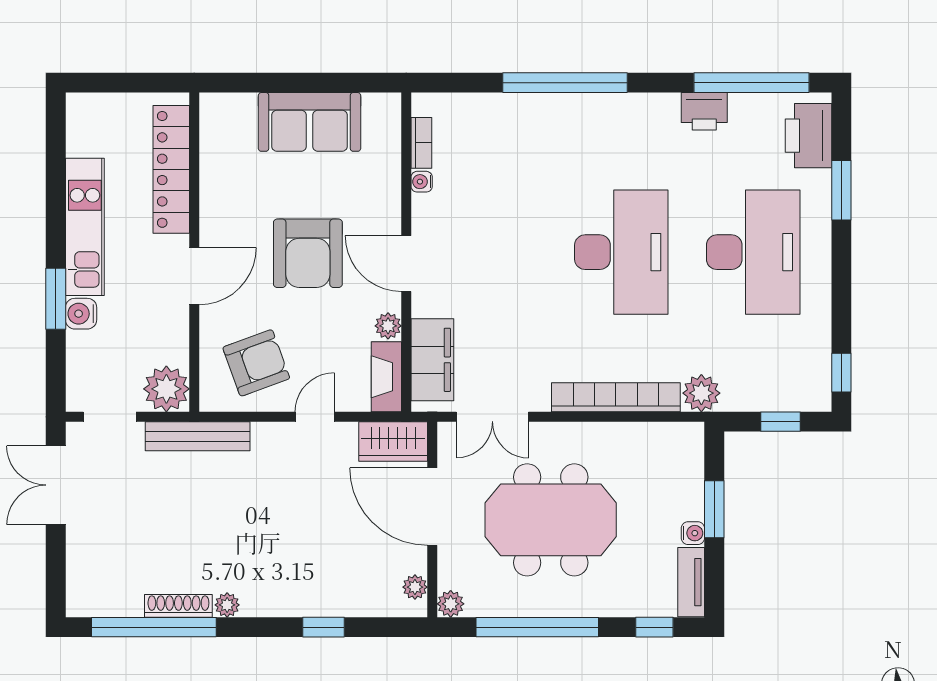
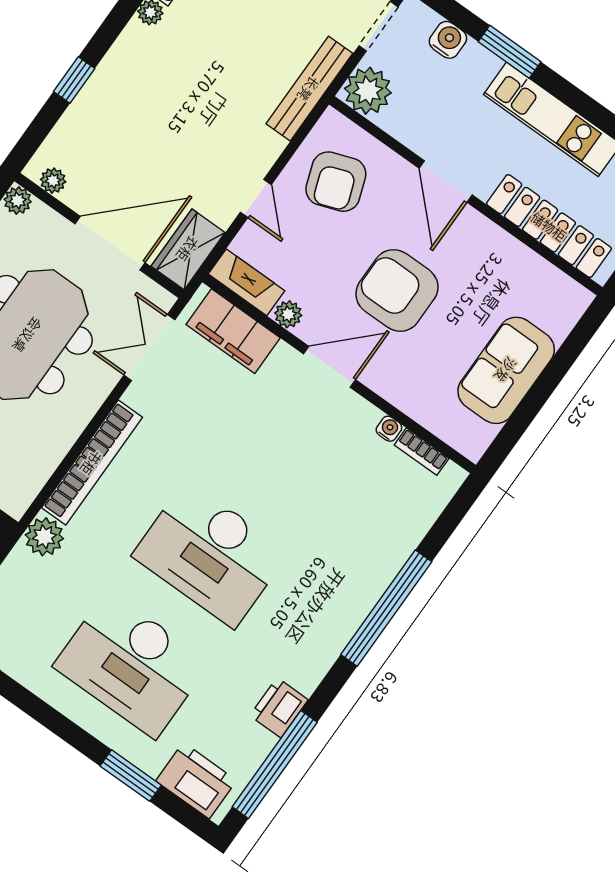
water cooler: (81, 314) -> (448, 40), moved

